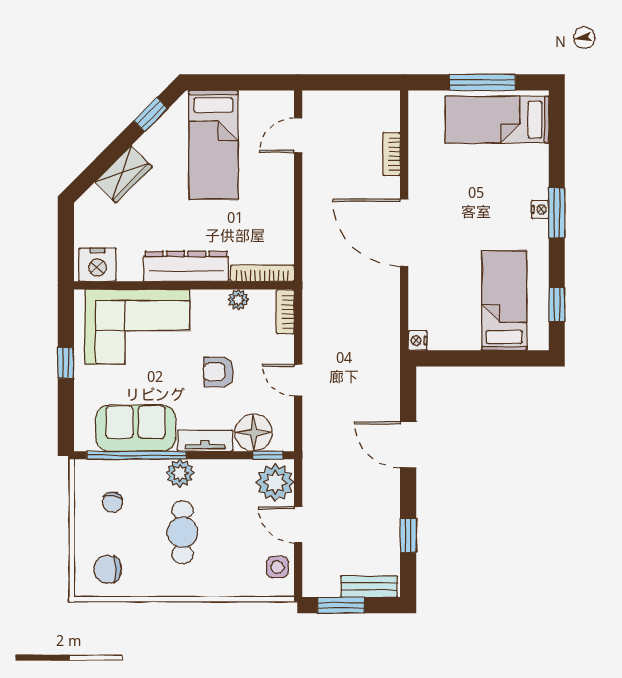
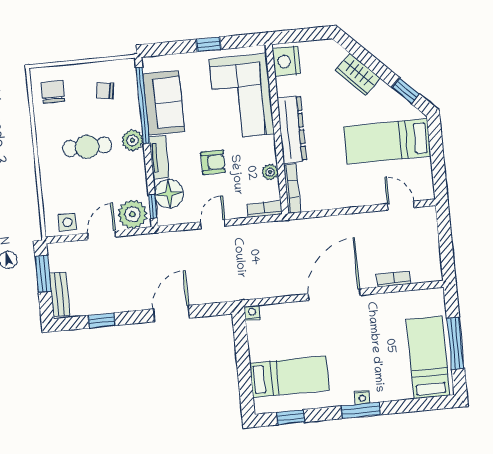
armchair: (218, 372) -> (213, 162), turned 90

